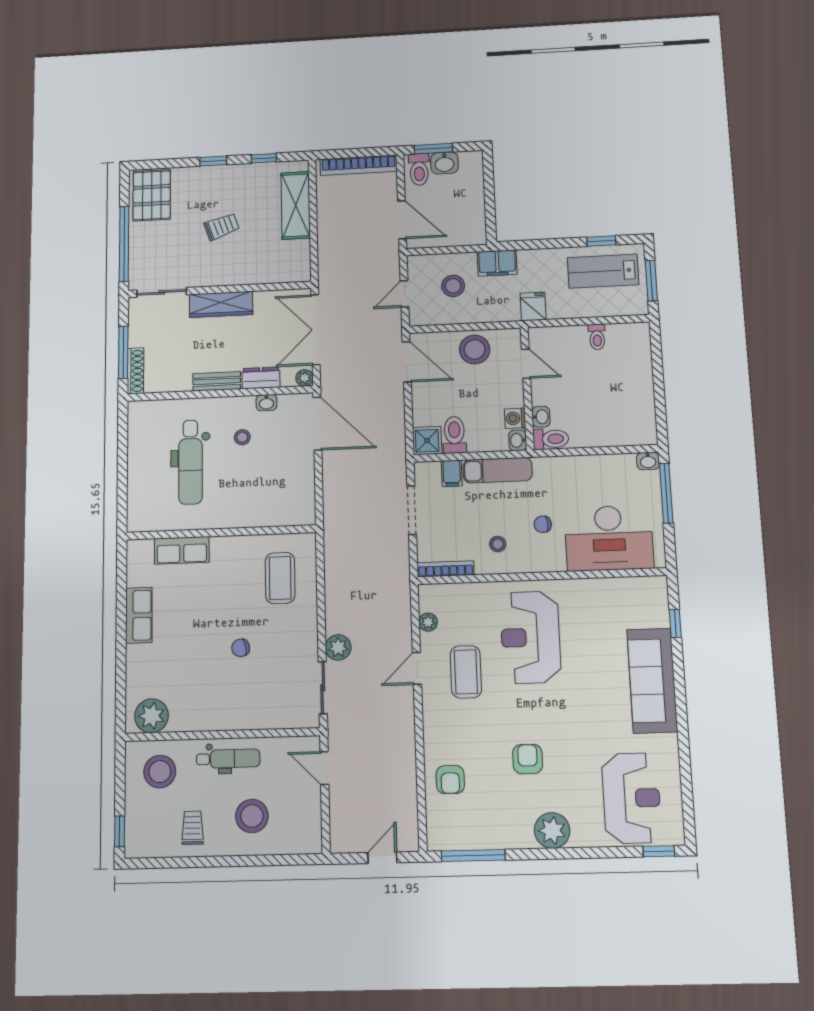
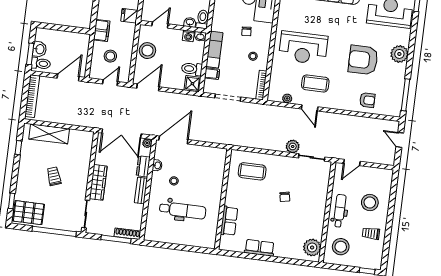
window: (213, 161) -> (12, 201), moved
door: (404, 294) -> (110, 83), swing flipped
armchair: (528, 759) -> (363, 60), width x1.88, depth x1.88

